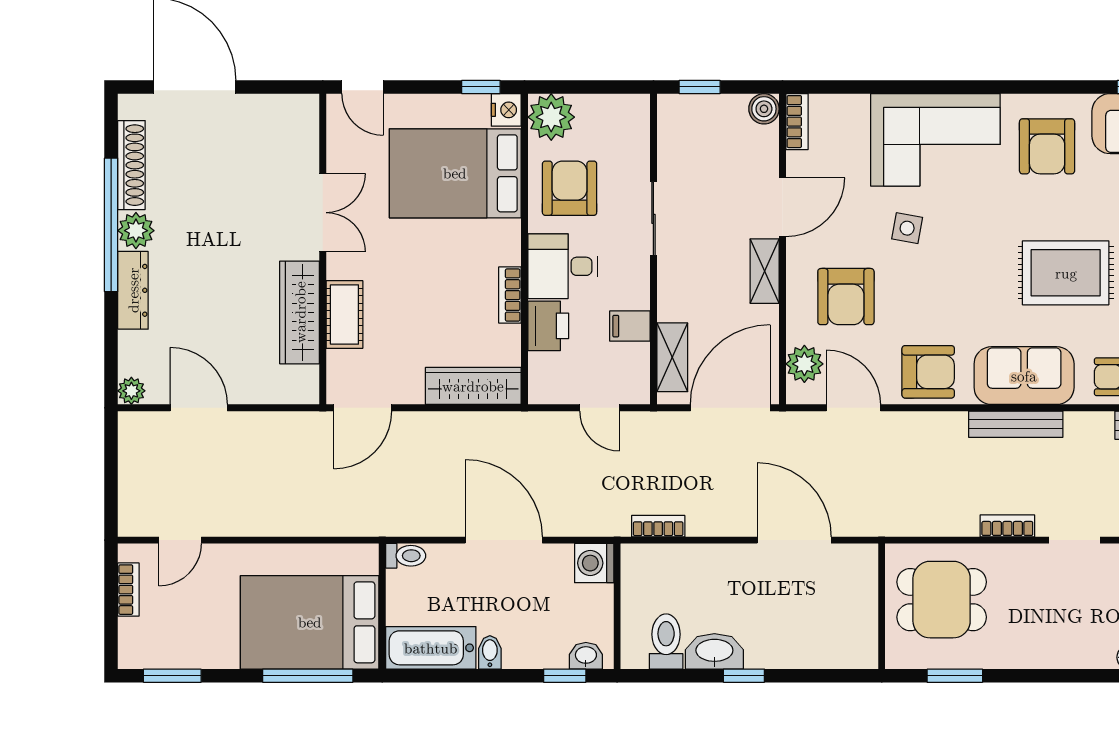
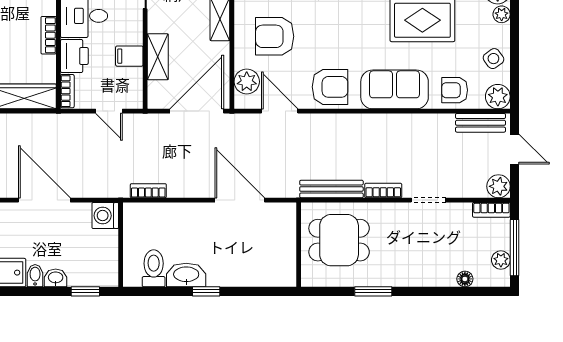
armchair: (846, 297) -> (275, 36), turned 90
shelving: (672, 357) -> (158, 57), moved
bookcase: (538, 378) -> (67, 91), added
bench: (1016, 424) -> (331, 189), moved
washbasin: (586, 656) -> (56, 278), moved
window: (955, 676) -> (373, 291), moved

